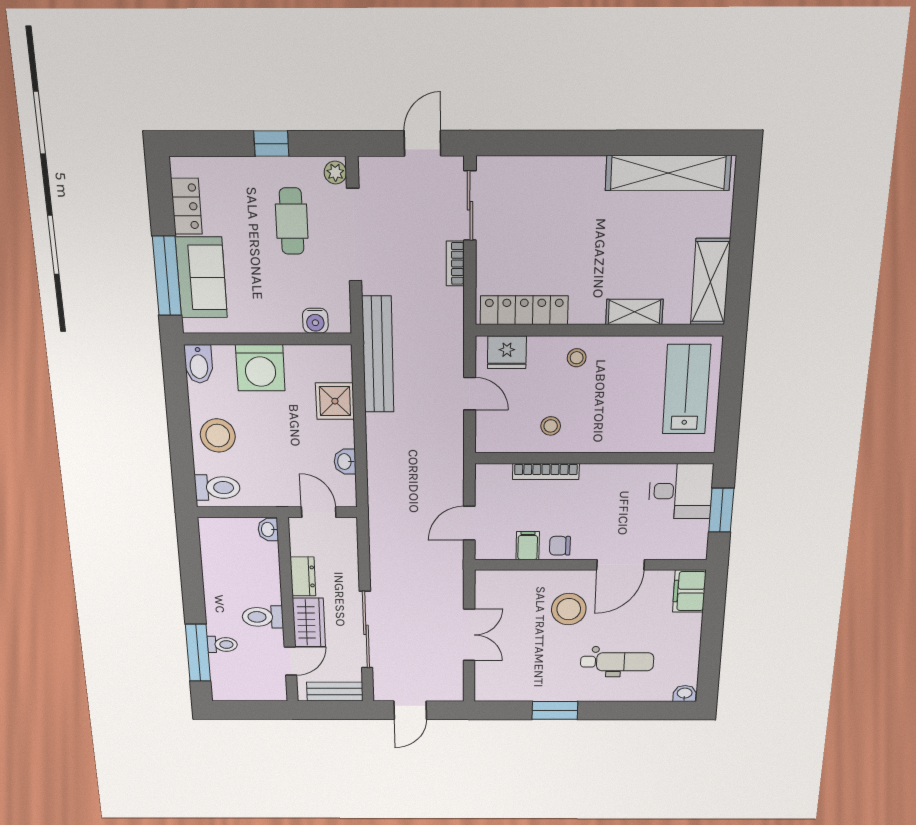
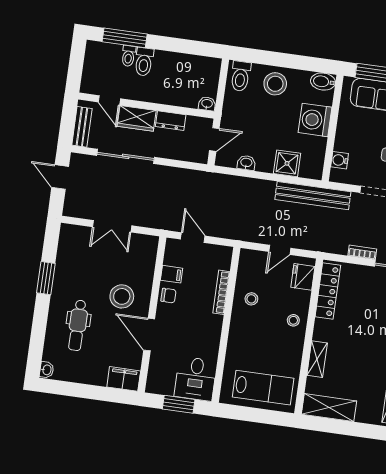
chair: (560, 546) -> (168, 296), turned 90
toilet: (263, 617) -> (144, 62), moved, turned 180

